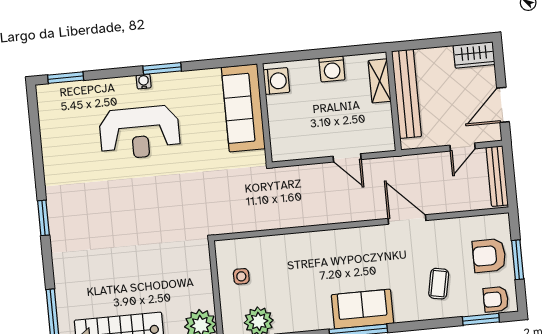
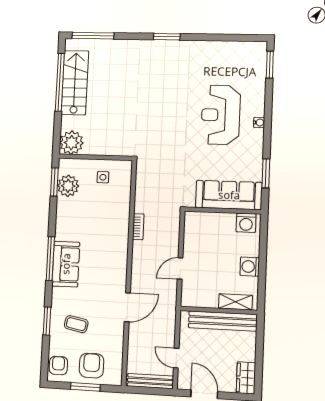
window: (162, 69) -> (266, 173), moved
bookcase: (300, 220) -> (138, 227), added
window: (481, 319) -> (47, 321), moved

